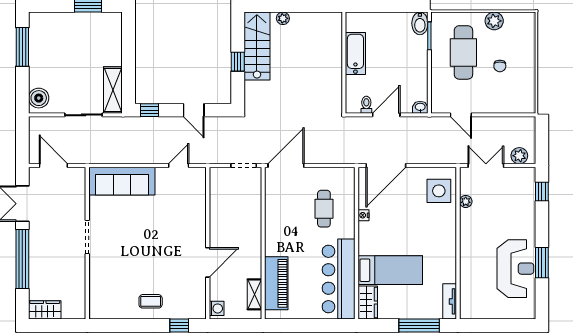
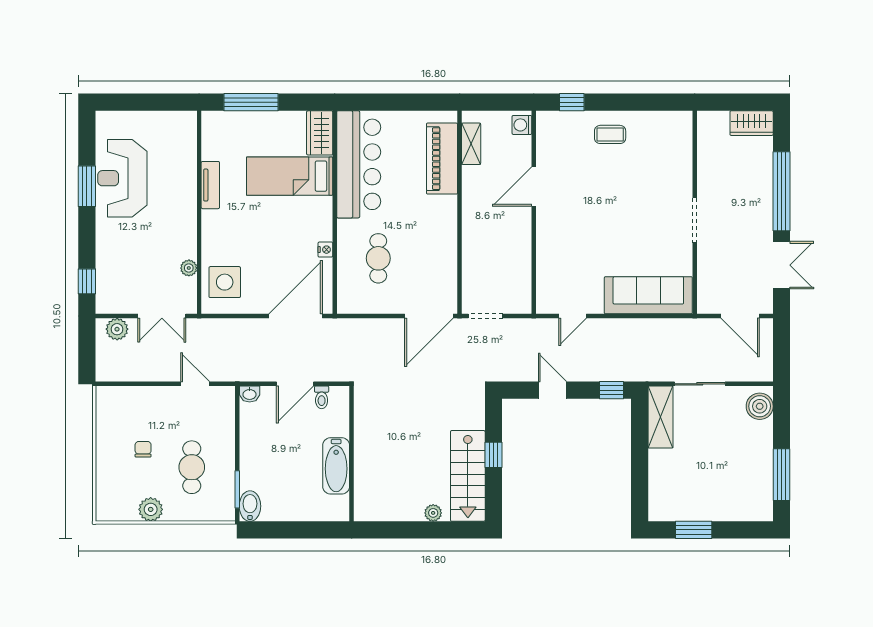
cafe table: (463, 52) -> (192, 467), width x0.73, depth x0.74
tv unit: (450, 301) -> (210, 185), moved

